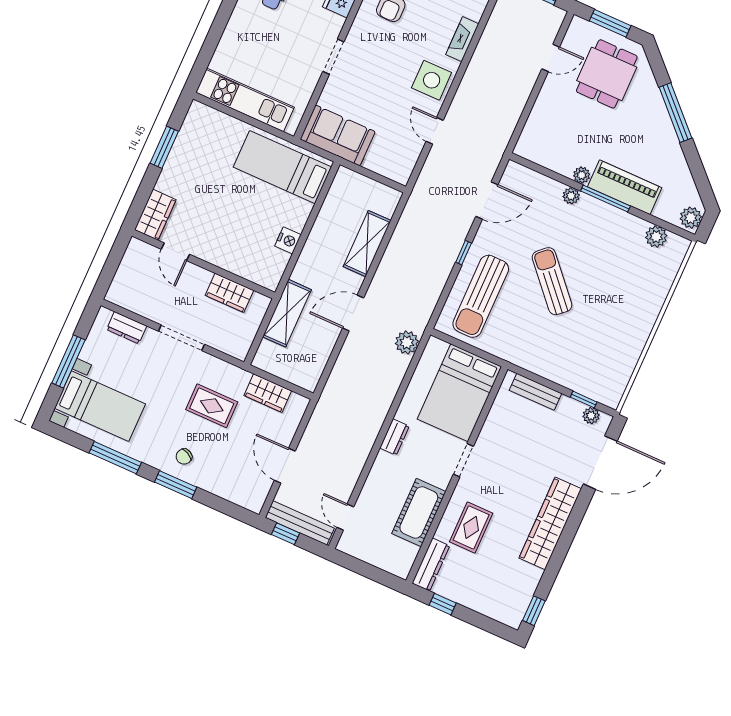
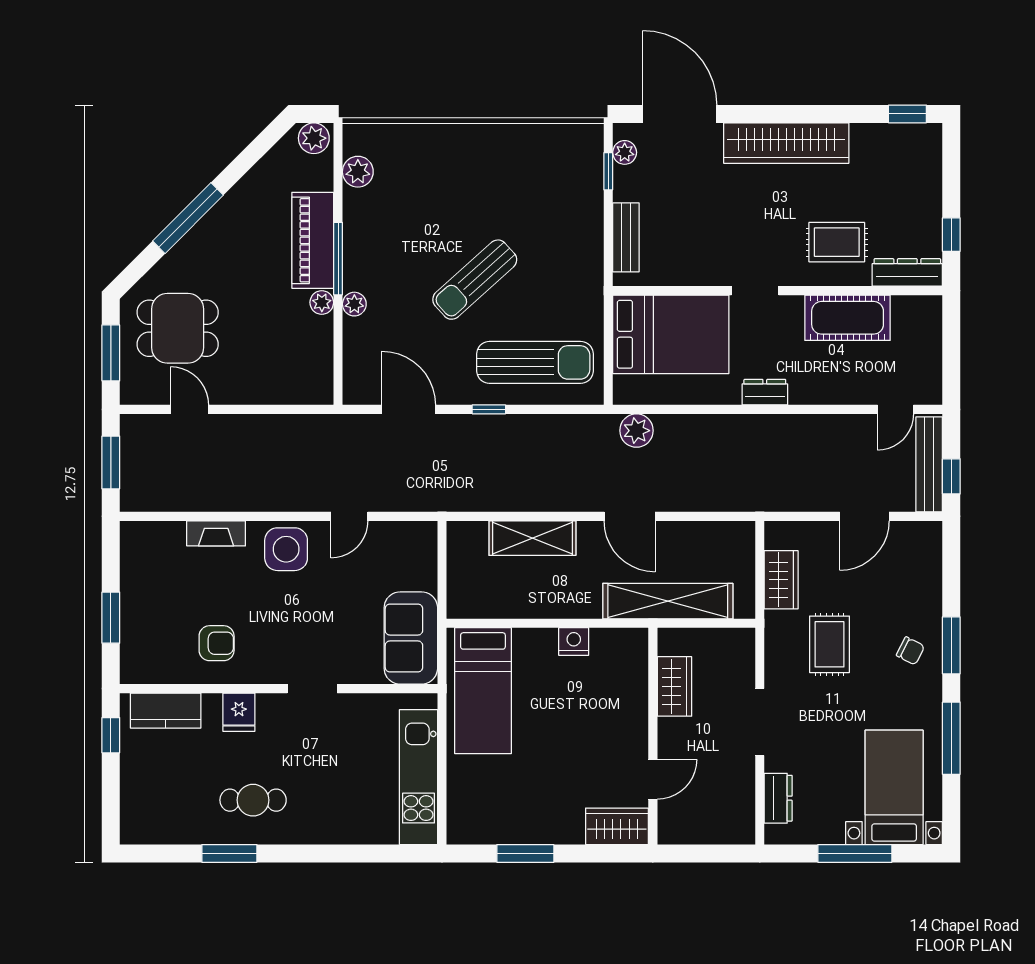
shelving: (287, 313) -> (668, 601), width x1.47

